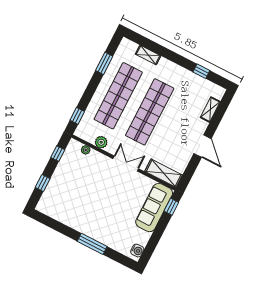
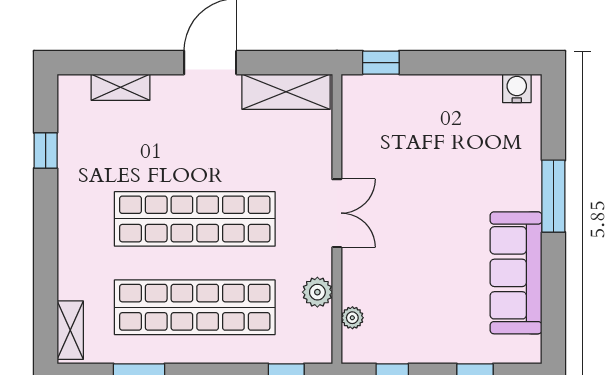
shelving: (148, 55) -> (70, 330), moved
double door: (126, 164) -> (337, 213), swing flipped
shelving: (164, 173) -> (286, 92), moved, turned 90
sofa: (154, 208) -> (516, 273), moved, turned 90

